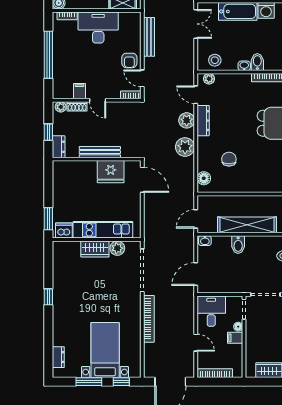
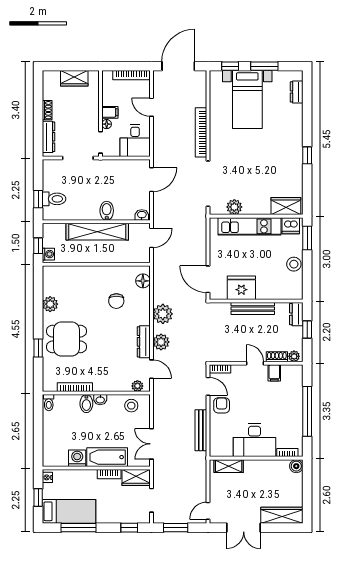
stool: (61, 194) -> (294, 264), added
wardrobe: (95, 249) -> (286, 206), moved

